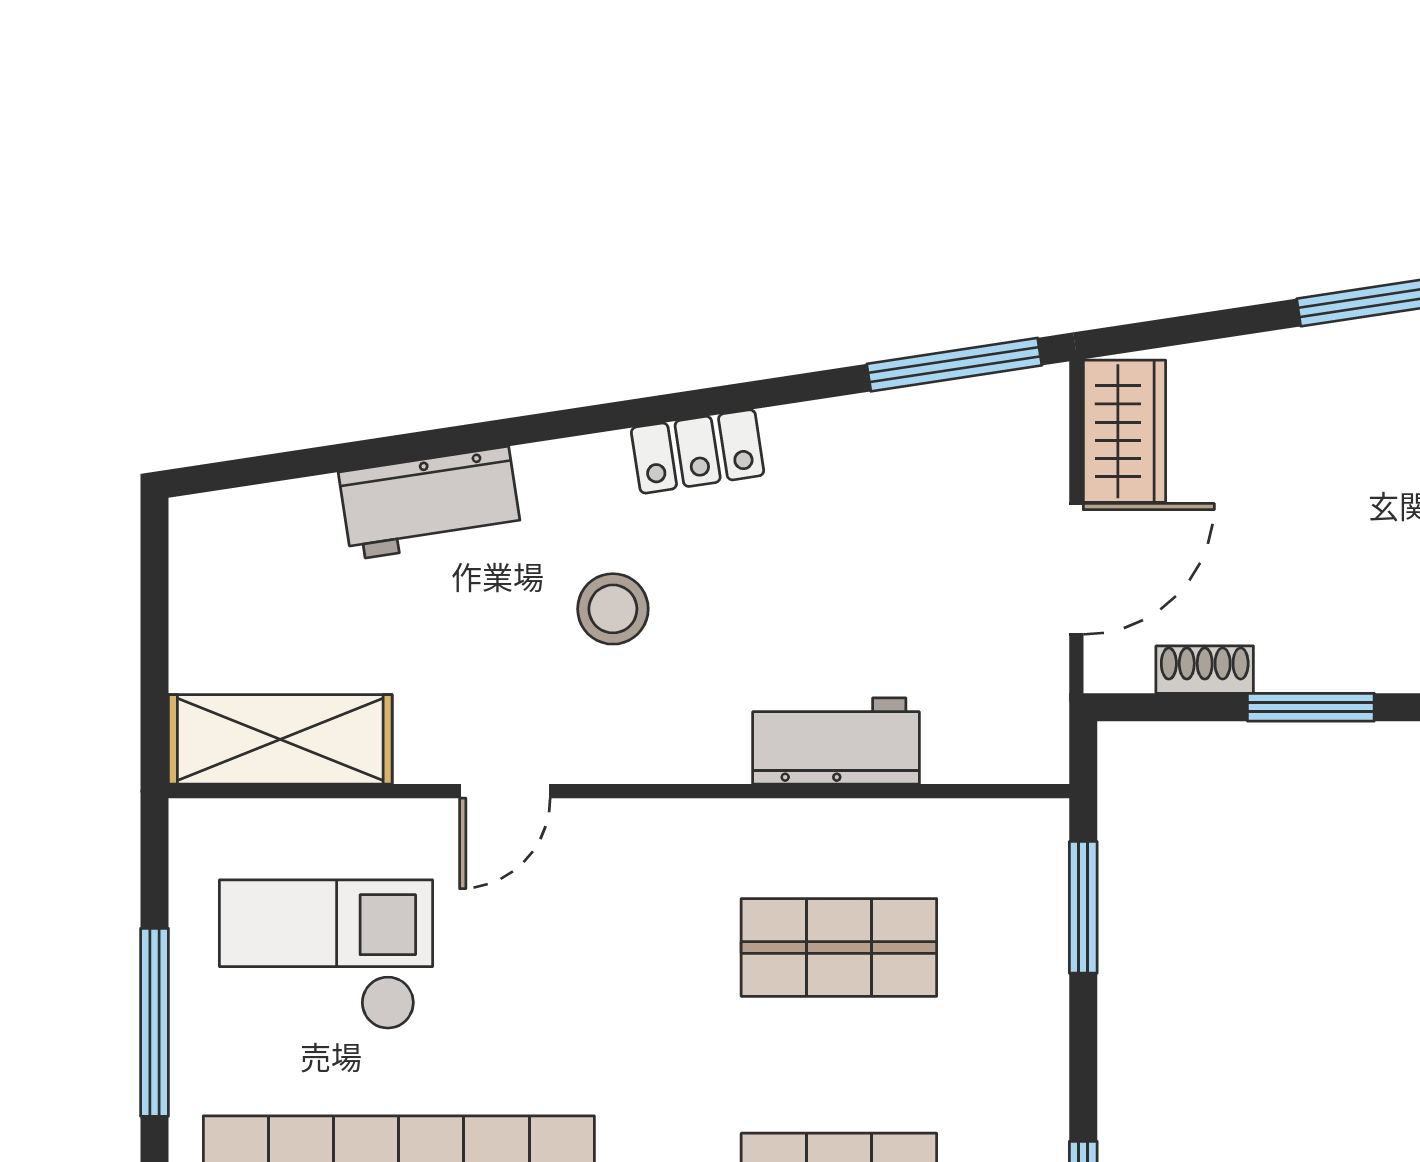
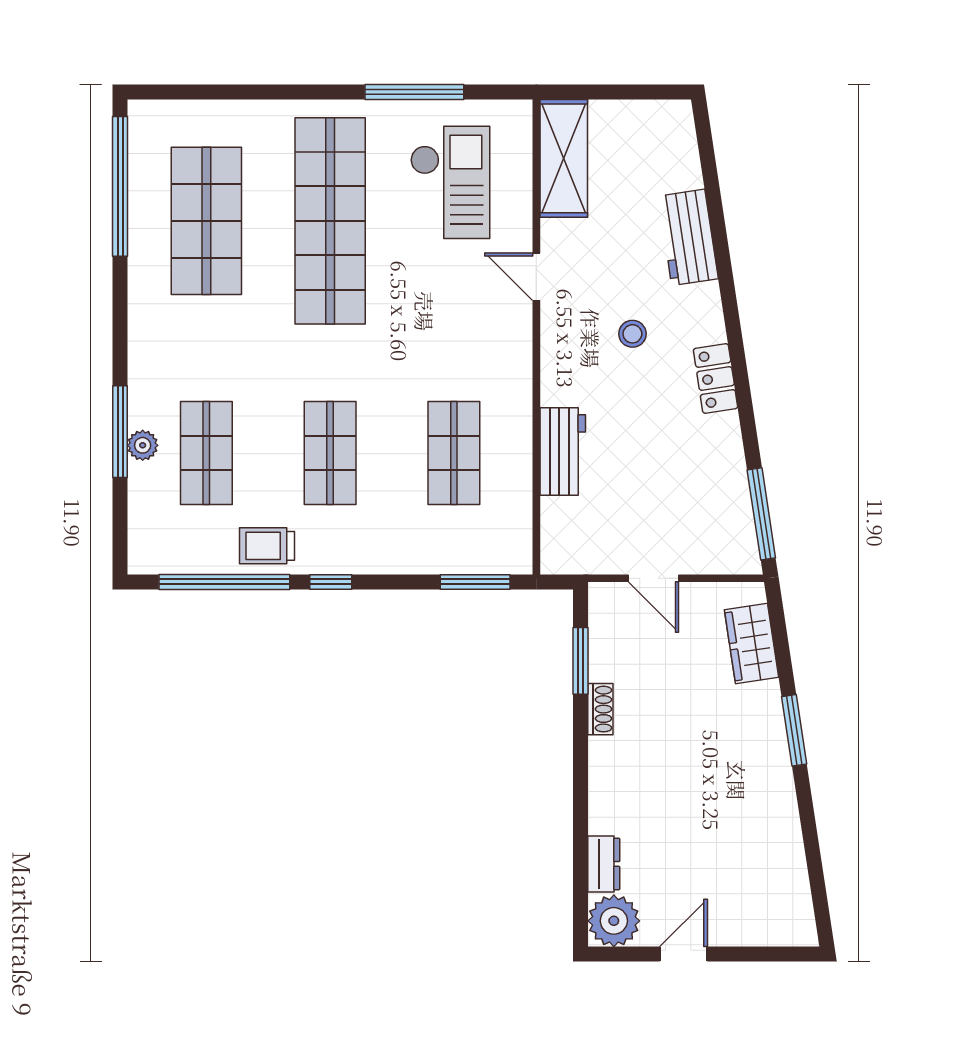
wardrobe: (1125, 431) -> (752, 644), moved, turned 81
door: (1076, 569) -> (654, 578), width x0.73
stool: (613, 609) -> (632, 334), width x0.73, depth x0.73
shoe rack: (1205, 670) -> (600, 709), moved
window: (1311, 707) -> (581, 661), moved

